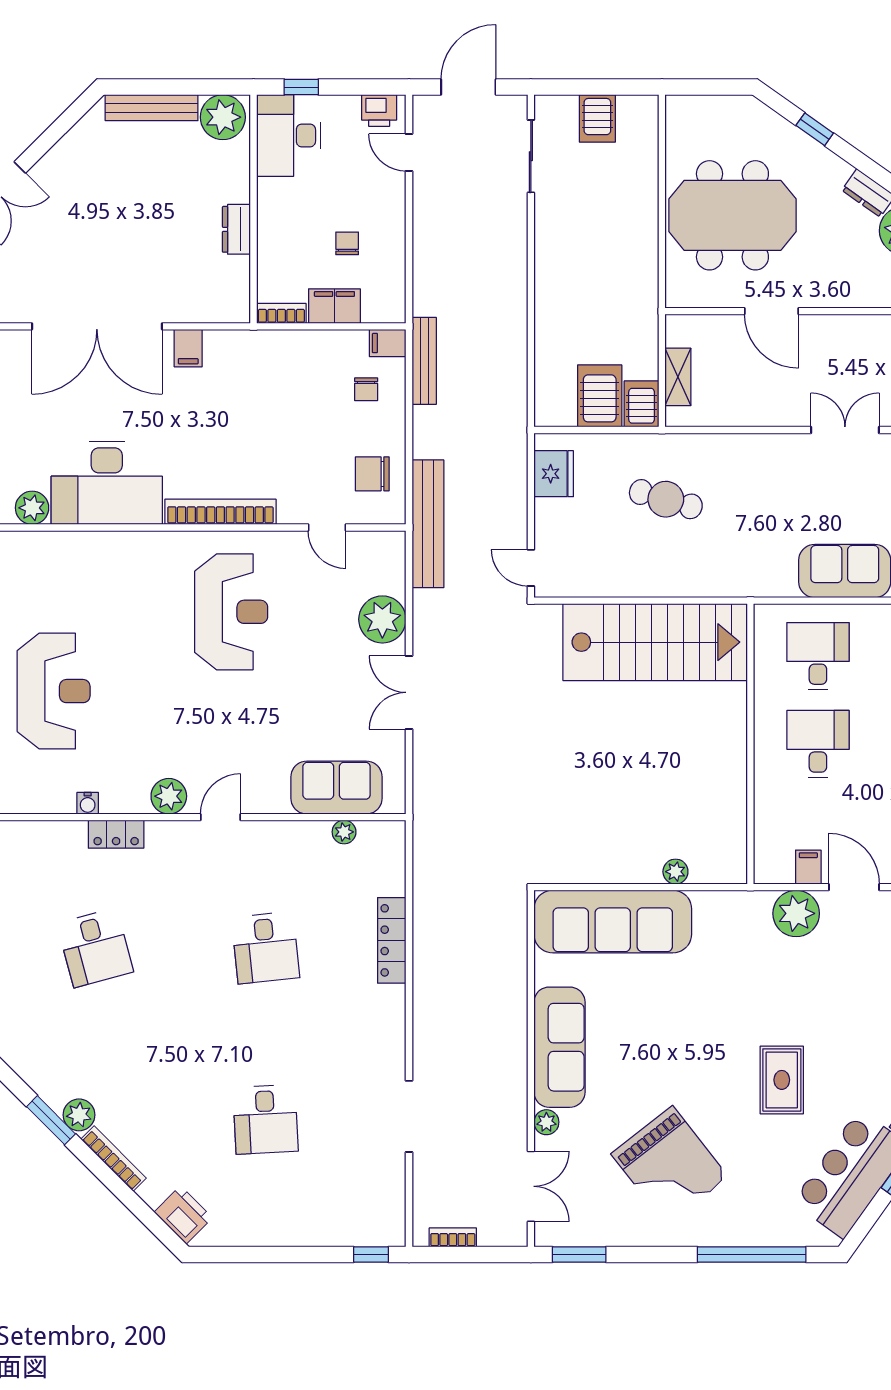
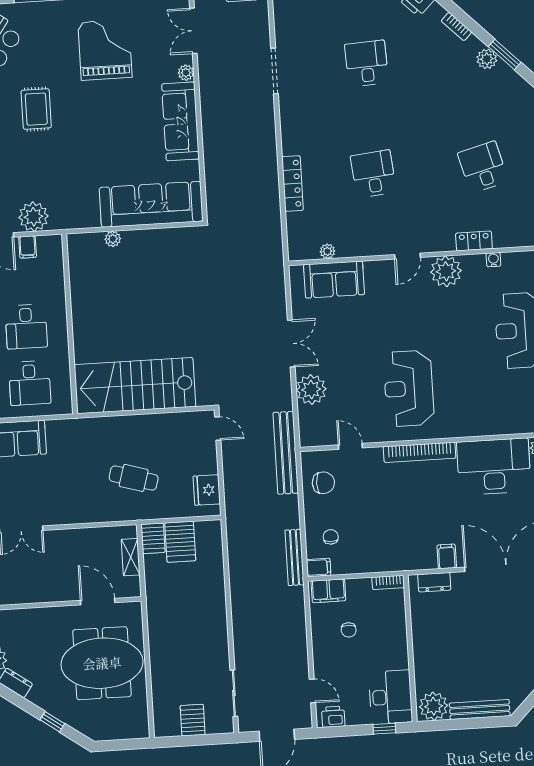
dresser: (236, 229) -> (434, 582), moved, turned 90
filing cabinet: (334, 306) -> (328, 591), moved
door: (771, 311) -> (98, 602), moved
plant: (169, 796) -> (446, 271), width x1.36, depth x1.36
bookcase: (114, 1159) -> (456, 27), width x0.64
grand piano: (670, 1165) -> (105, 50), turned 38

